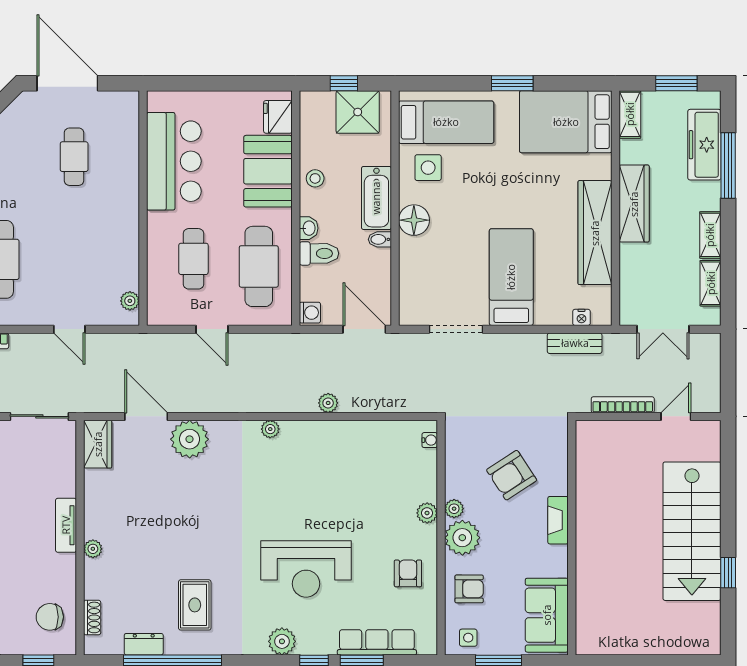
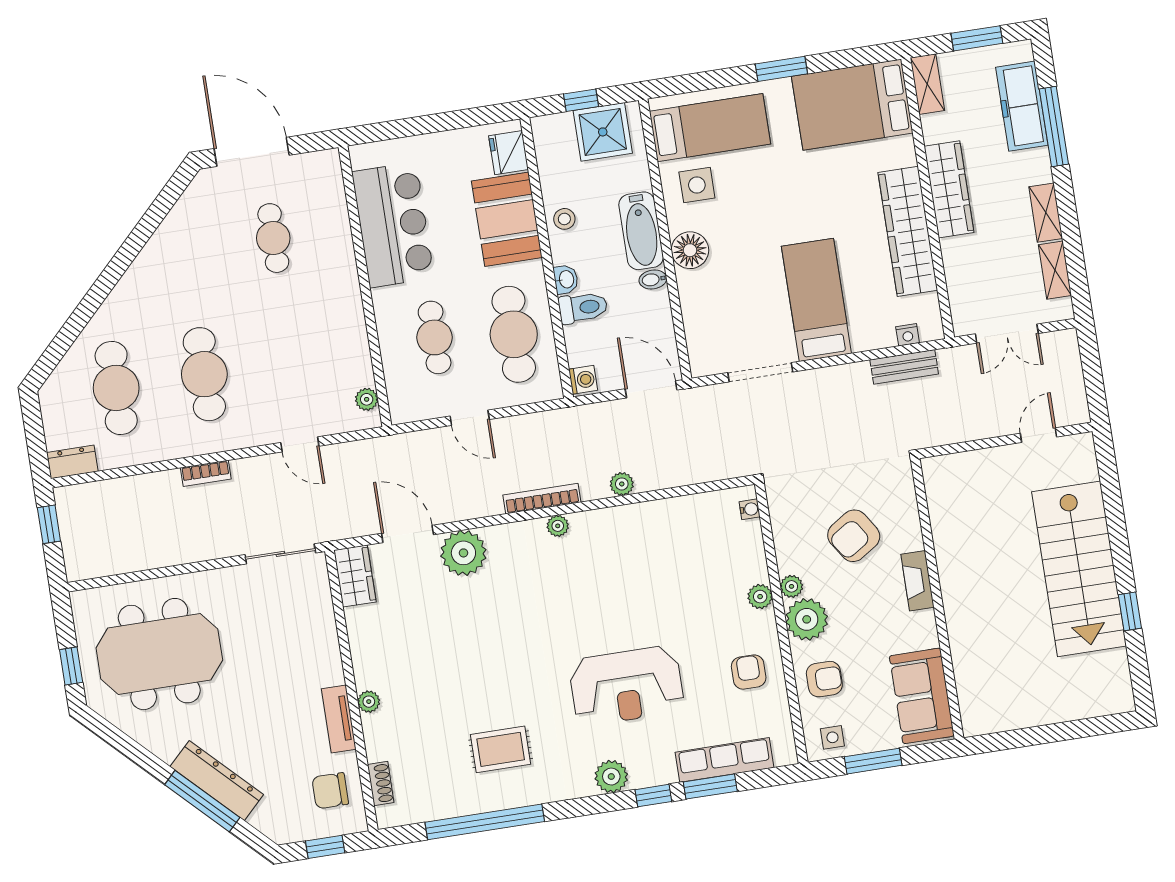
bookcase: (623, 405) -> (542, 499), moved
tv unit: (66, 525) -> (339, 719), moved
rug: (195, 605) -> (501, 749), turned 90
dresser: (144, 644) -> (447, 806), removed

